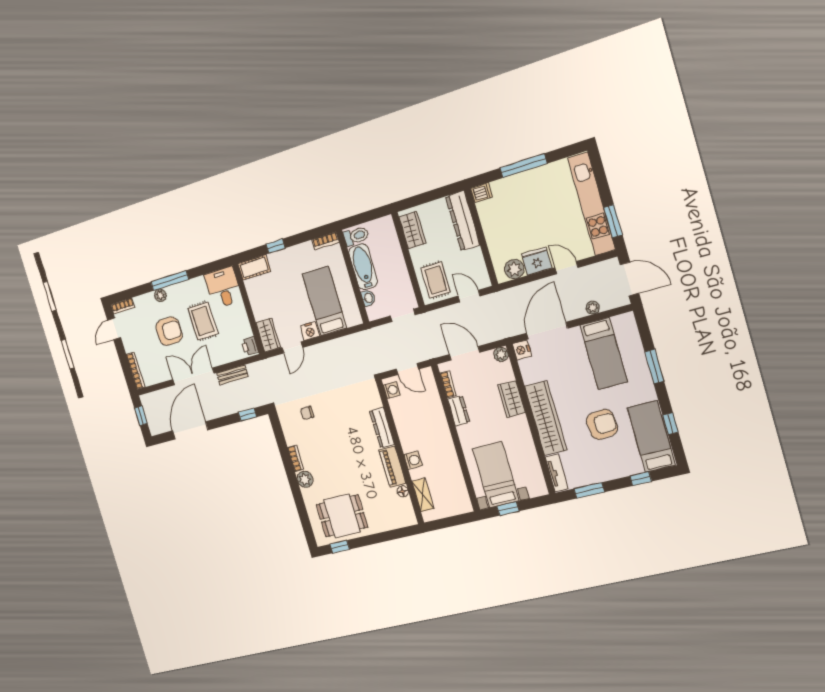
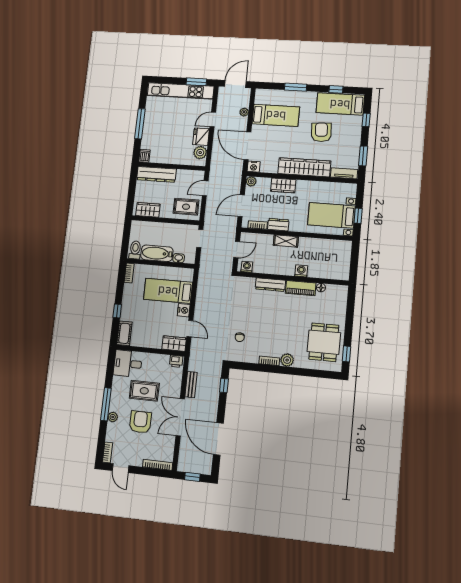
shelving: (423, 495) -> (286, 241), moved

